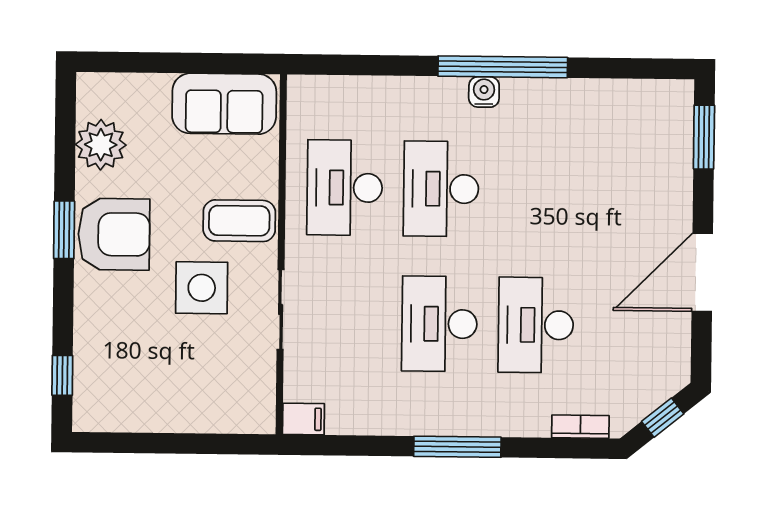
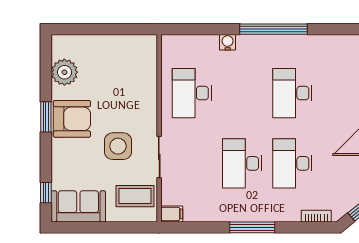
water cooler: (484, 92) -> (228, 42), moved
sofa: (224, 104) -> (78, 206), moved, turned 180
desk: (441, 189) -> (292, 93), moved
coffee table: (239, 221) -> (135, 196), moved

